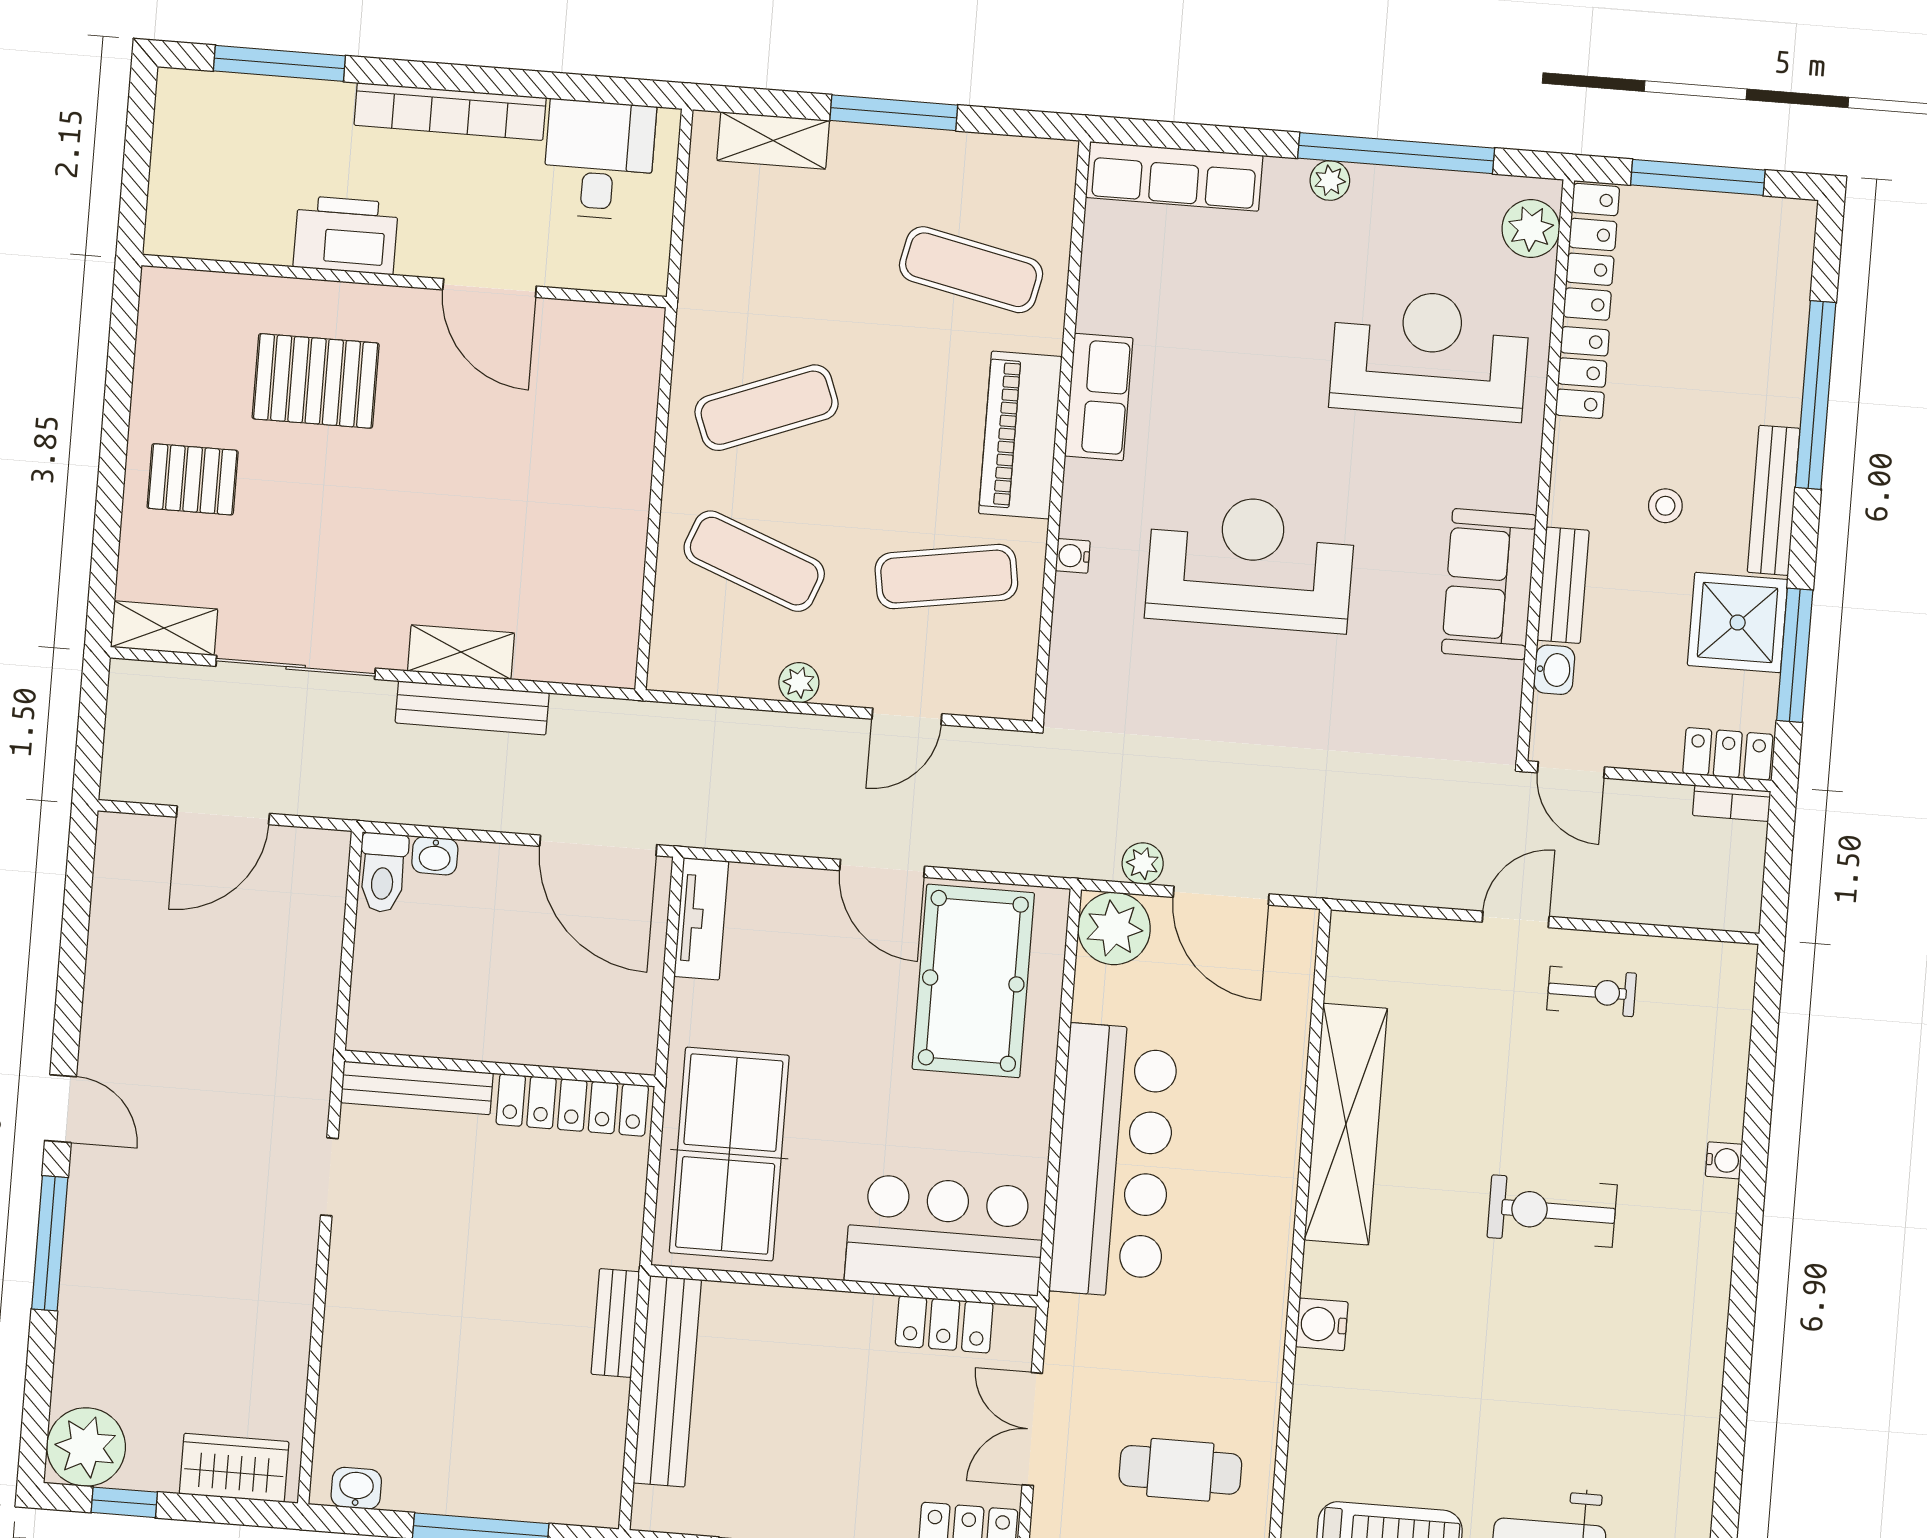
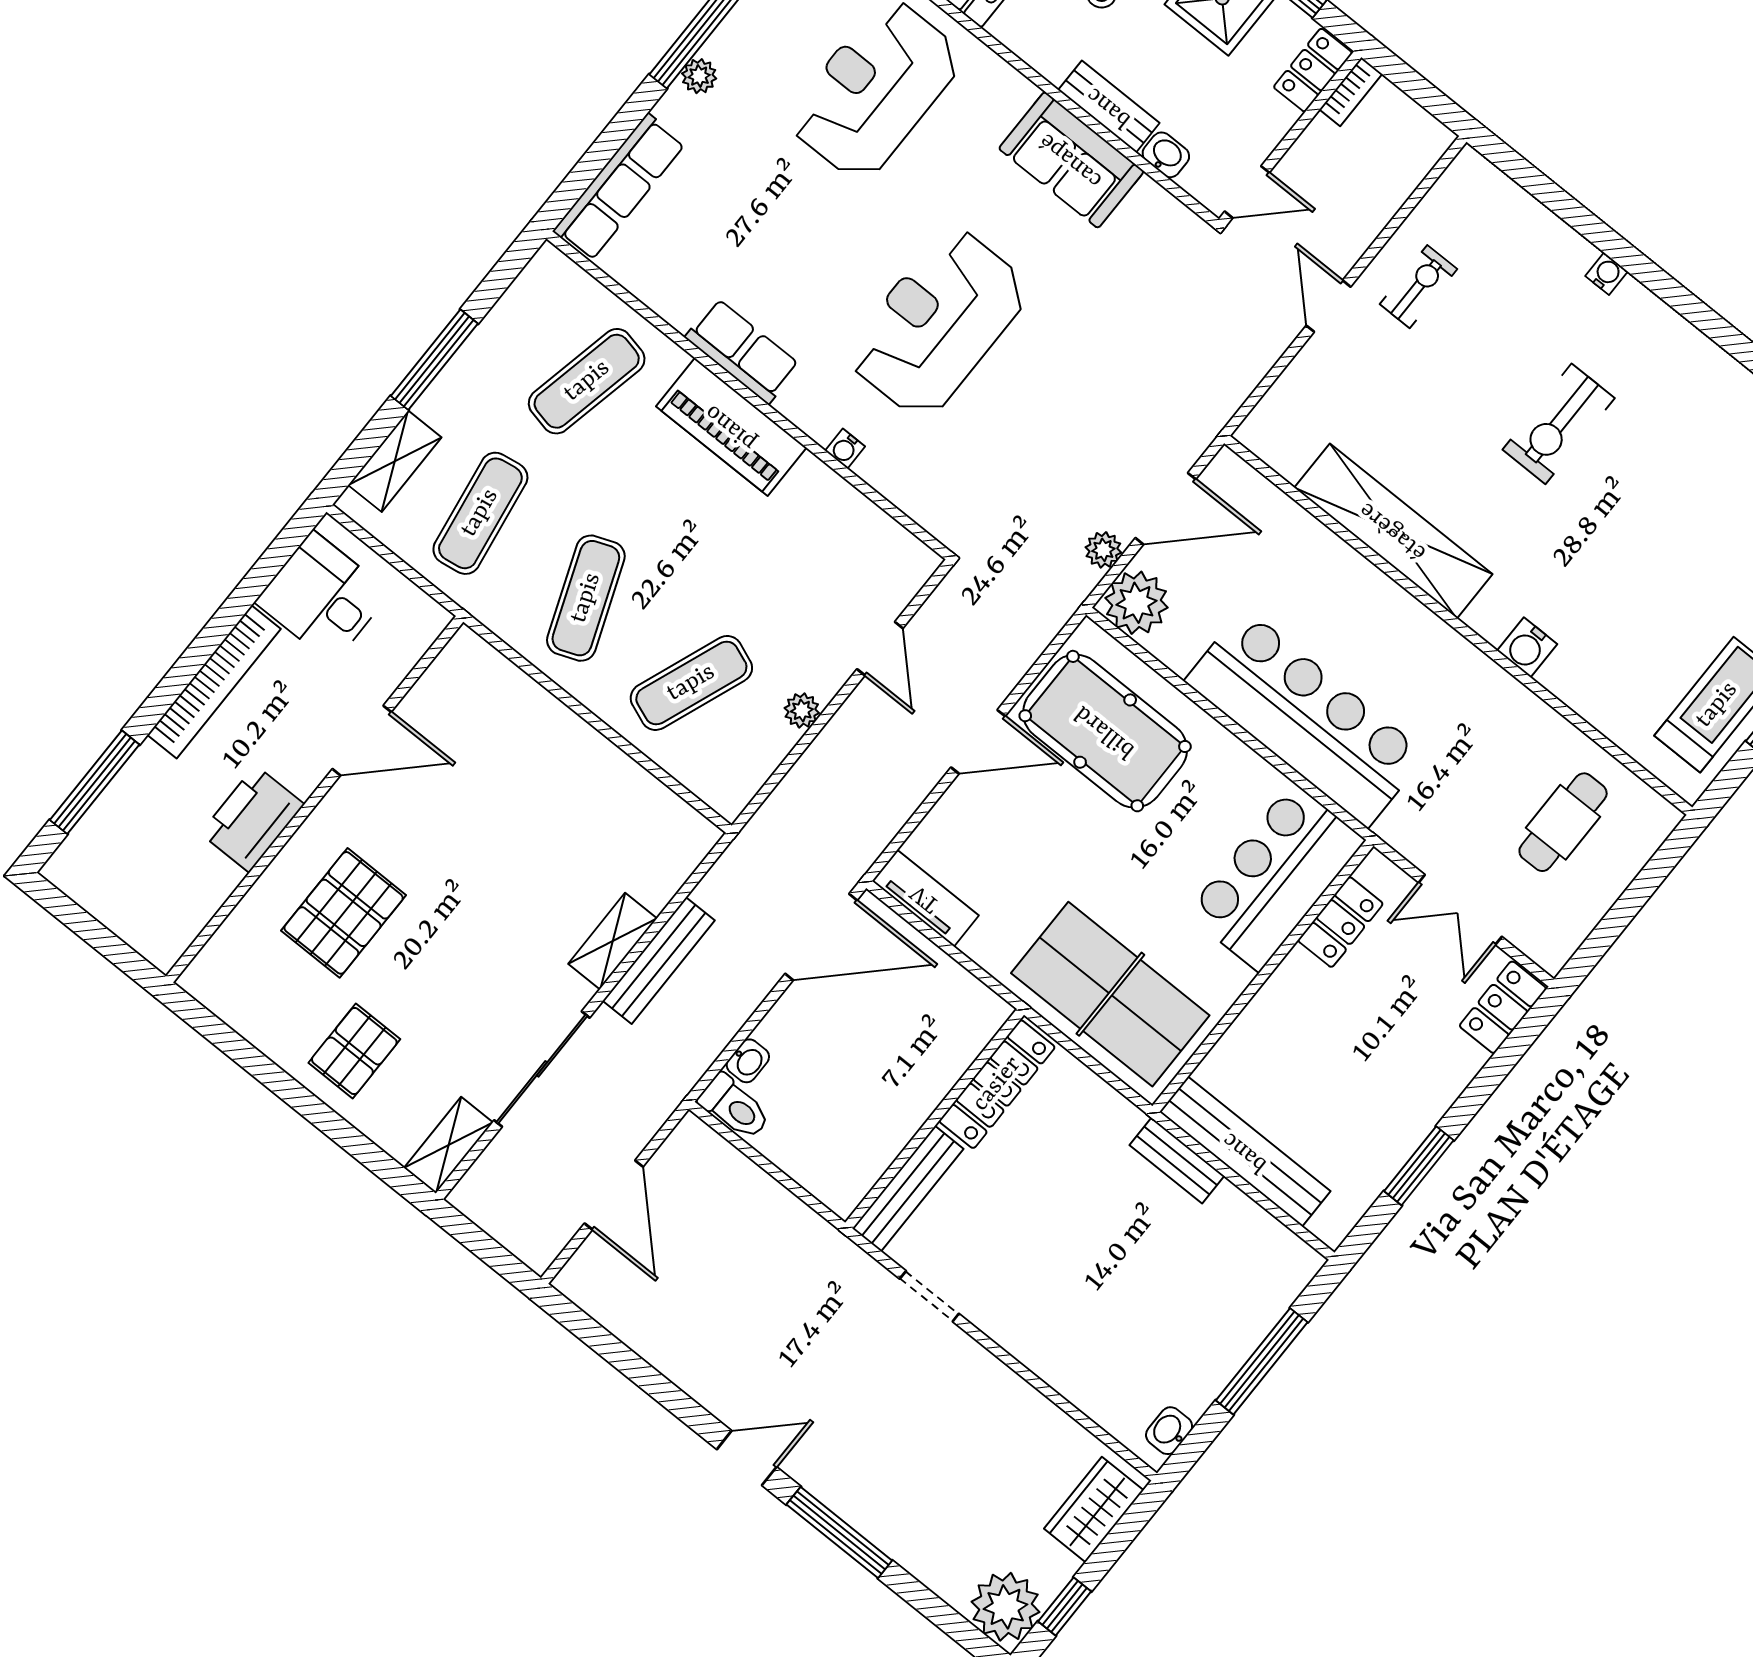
exercise mat: (946, 577) -> (480, 513), moved

